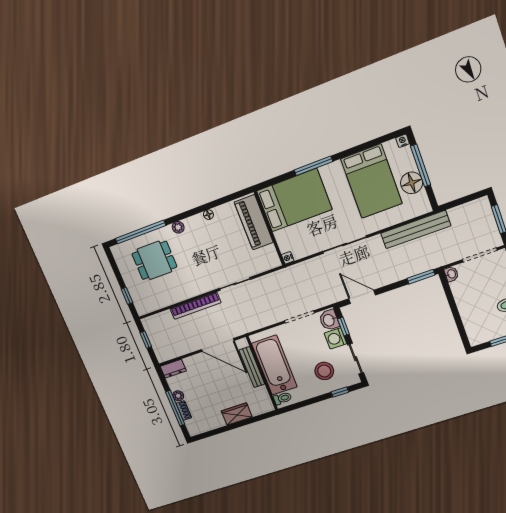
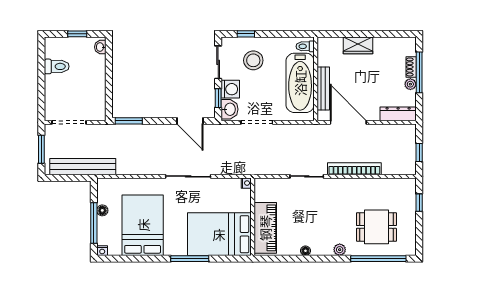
floor lamp: (412, 183) -> (102, 210), width x0.53, depth x0.53
bench: (416, 230) -> (83, 167), moved
washbasin: (451, 274) -> (100, 47), moved
dresser: (173, 369) -> (398, 114), width x1.44

